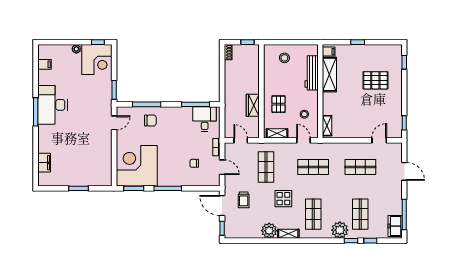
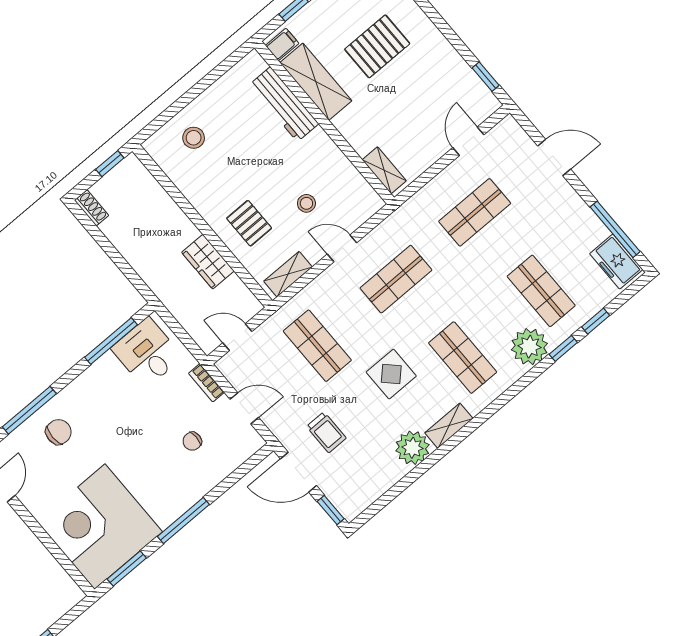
filing cabinet: (329, 52) -> (282, 44), moved
workbench: (312, 73) -> (284, 104), moved
shelving: (329, 74) -> (316, 82), moved
wall: (320, 91) -> (324, 123), moved
shelving: (327, 126) -> (384, 170), moved

